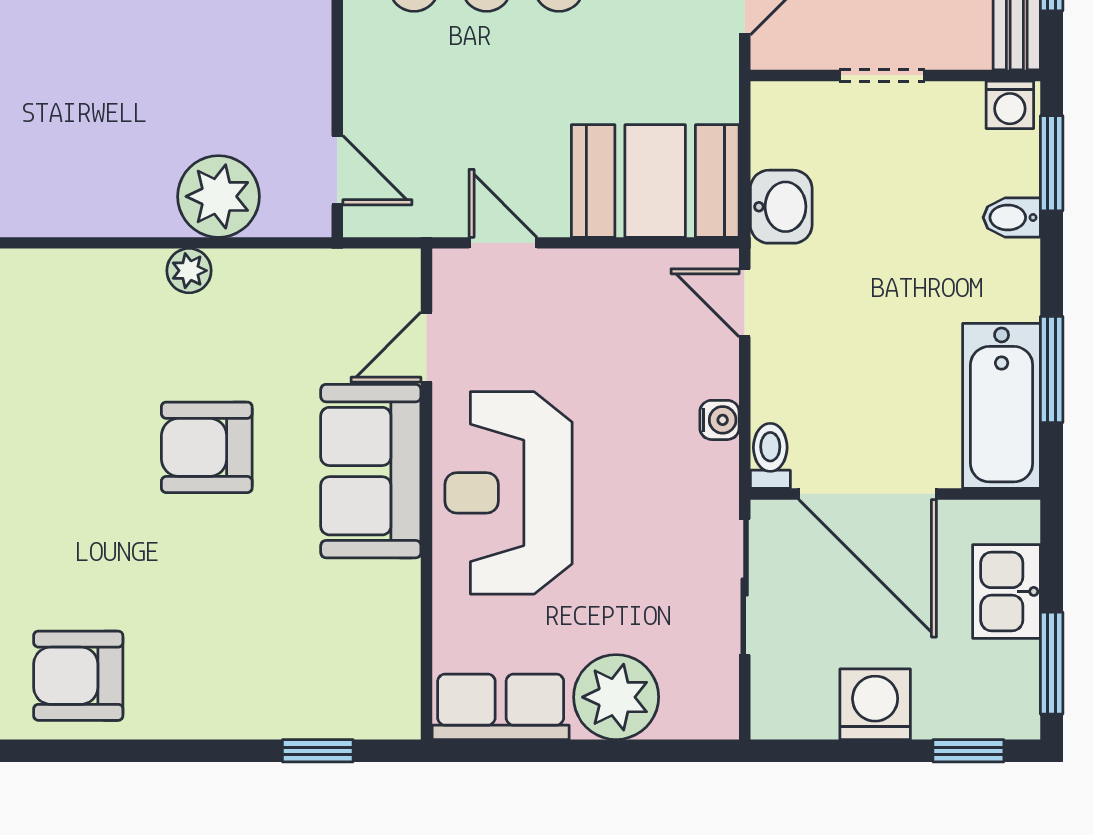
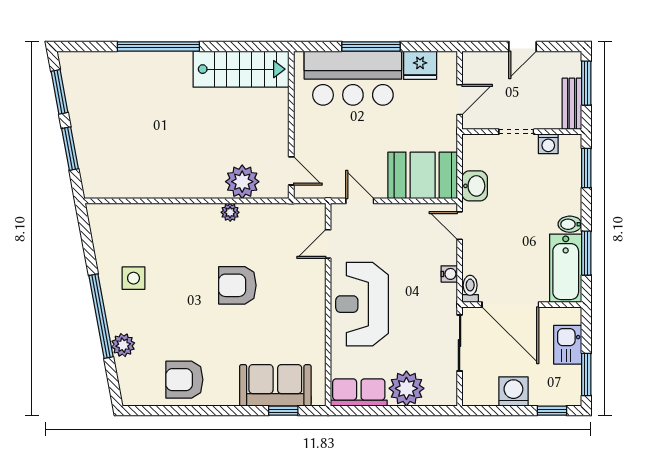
washing machine: (1010, 105) -> (548, 144), moved
bidet: (1012, 217) -> (570, 224), moved
sofa: (371, 471) -> (275, 385), moved, turned 90

